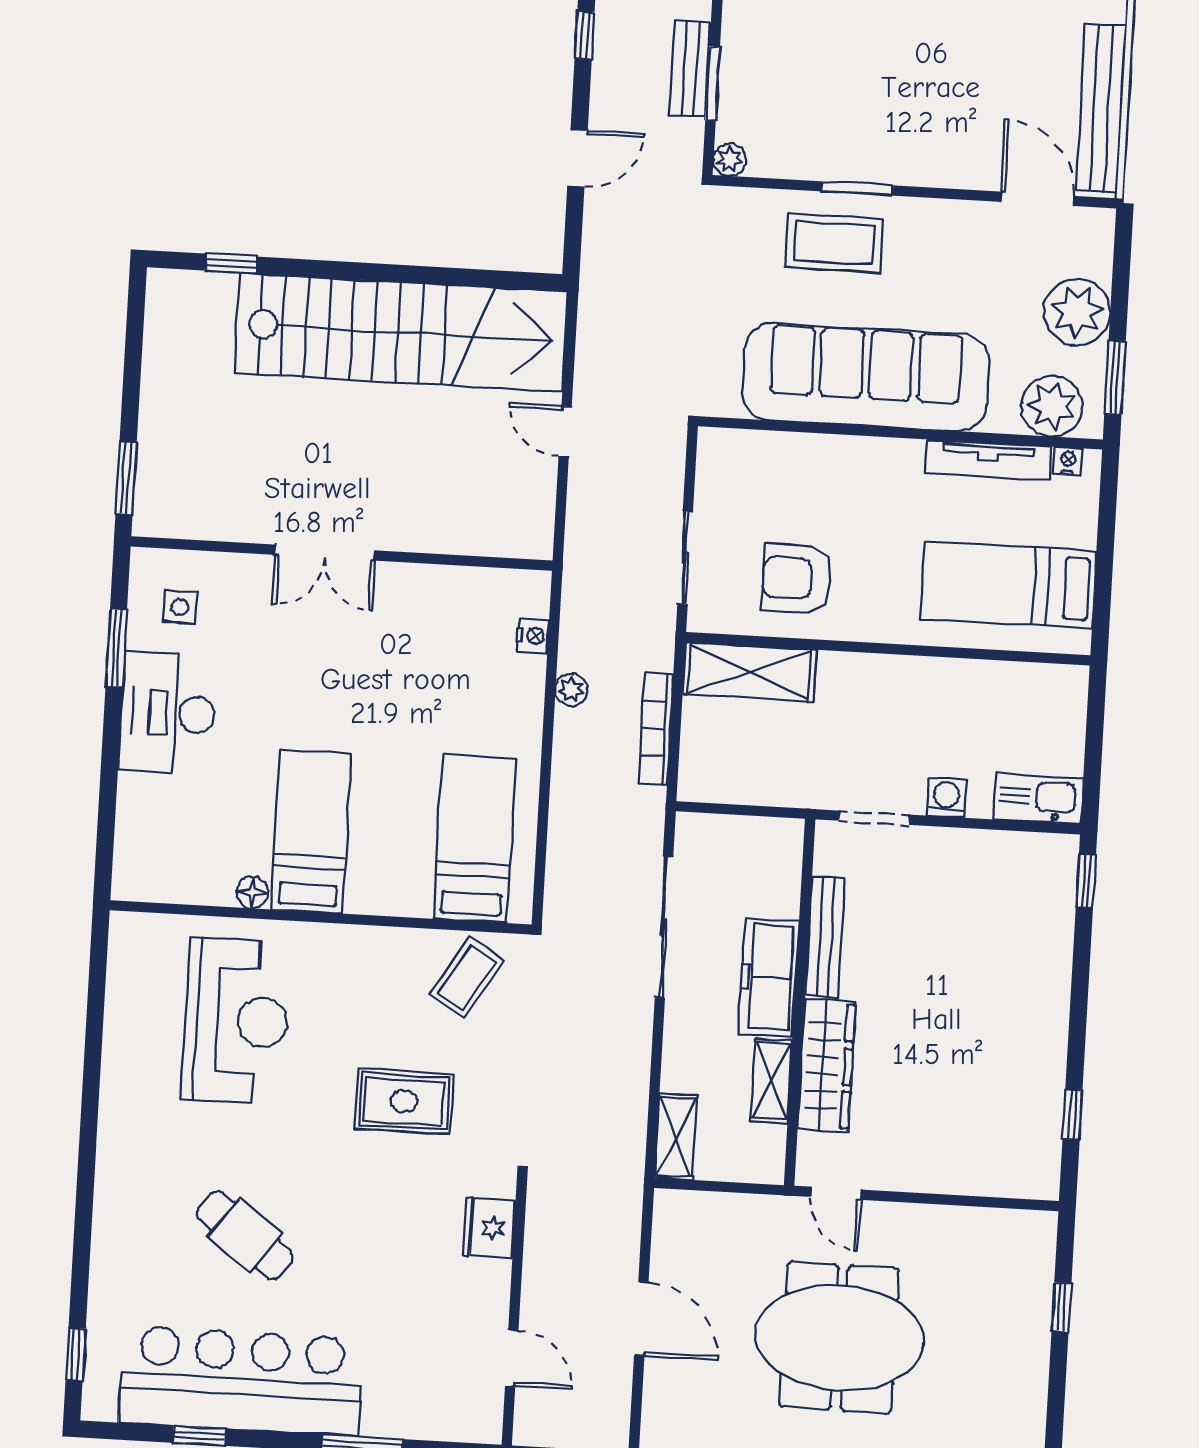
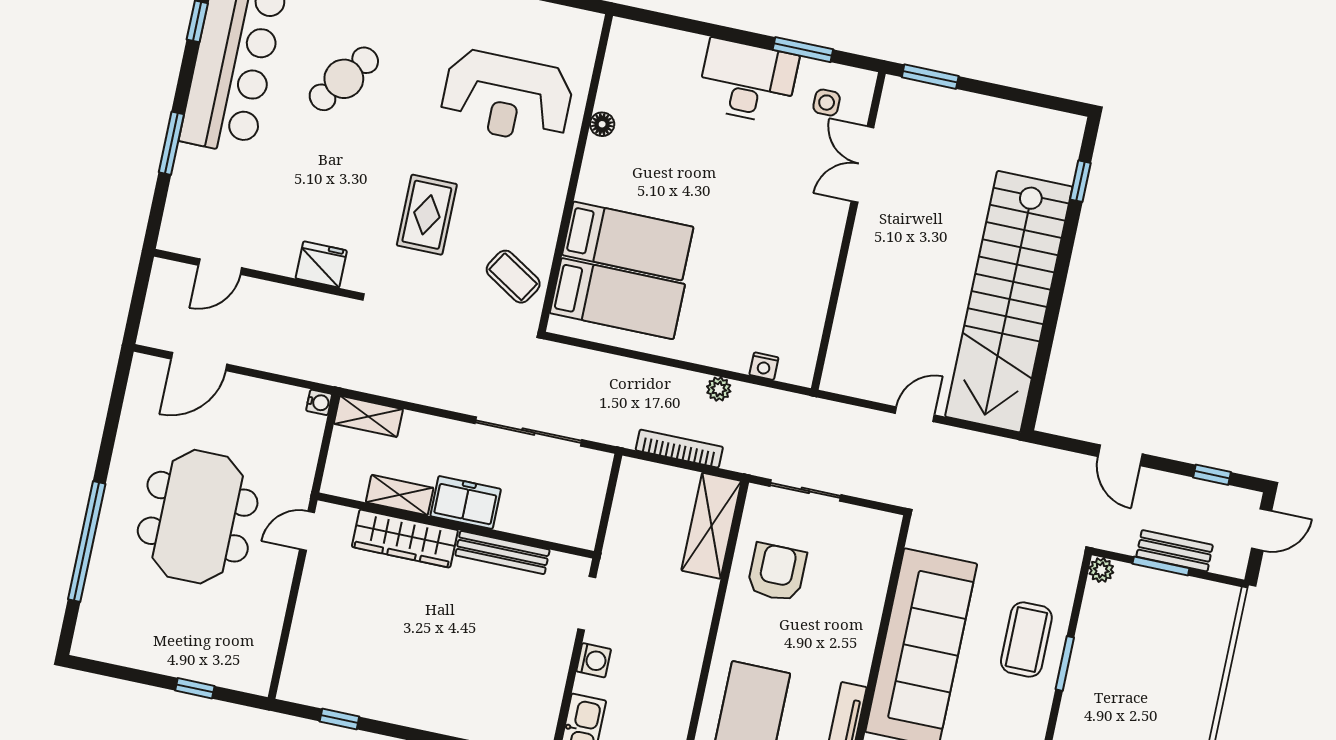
double door: (325, 553) -> (862, 164), moved
bed: (311, 831) -> (628, 241), moved
freezer: (769, 978) -> (466, 502), width x0.71
water cooler: (668, 1203) -> (319, 402), added
door: (641, 1319) -> (199, 362), moved

